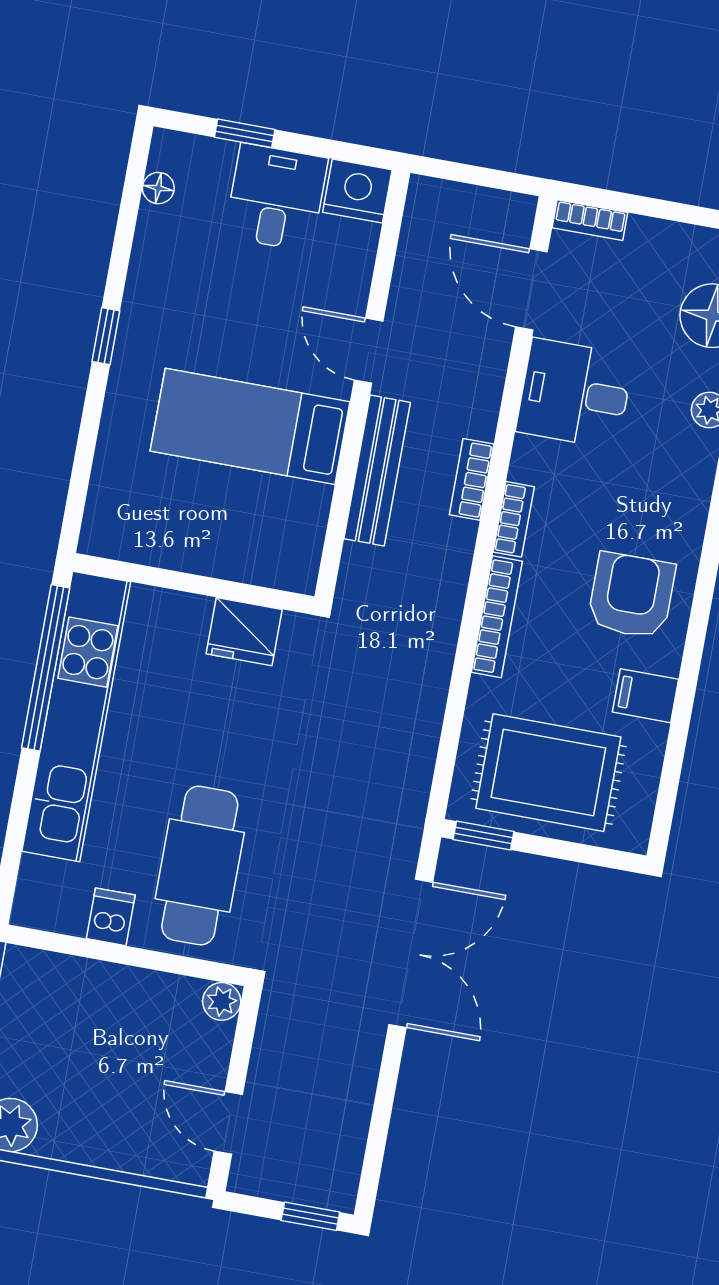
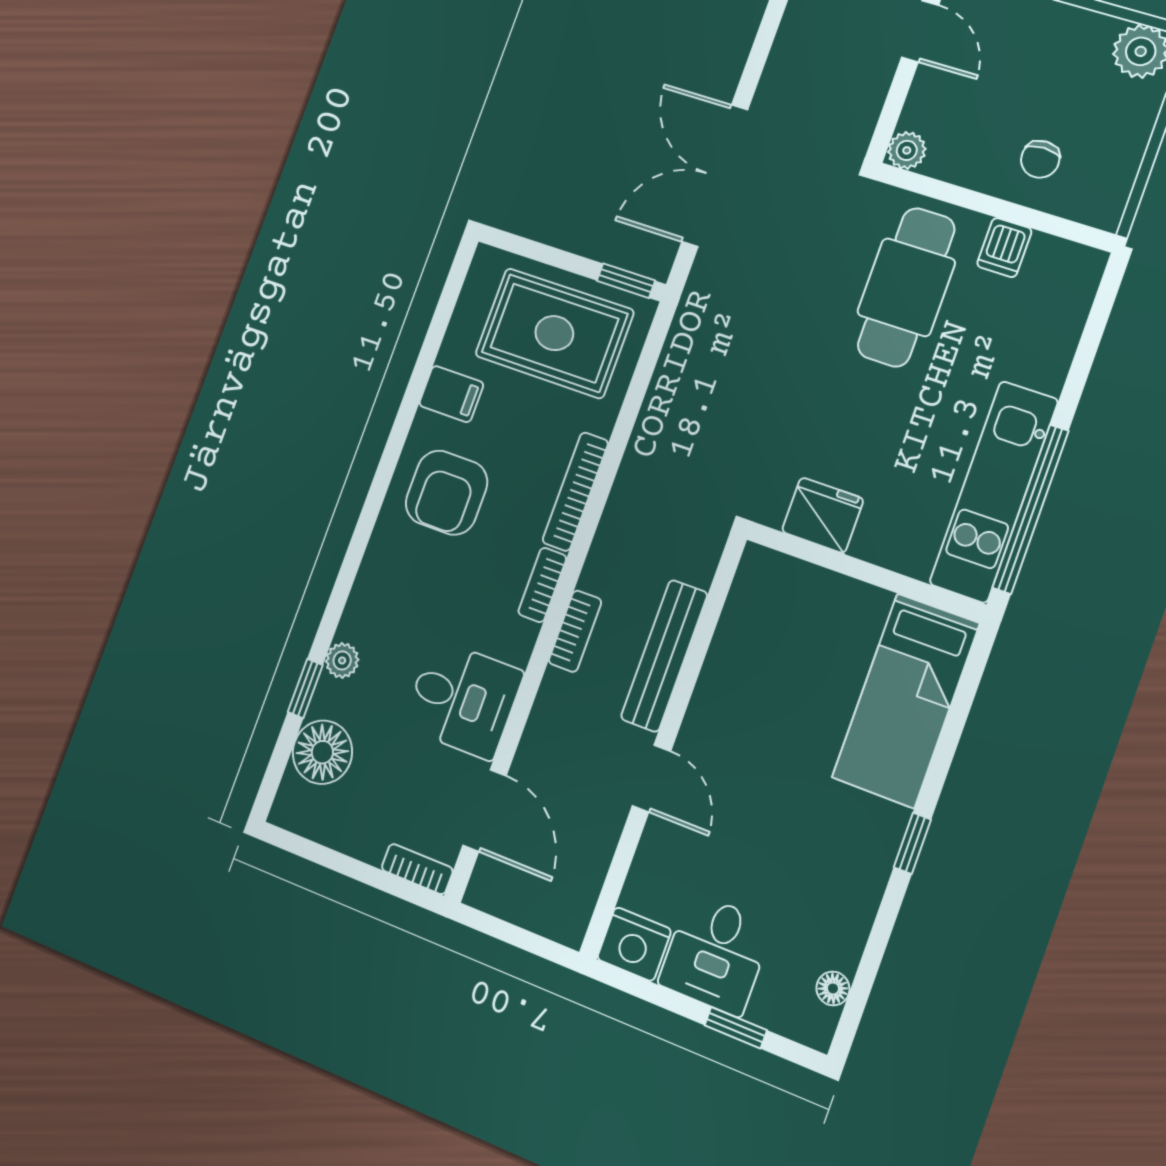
bed: (250, 426) -> (906, 700), moved, turned 90
kitchen unit: (76, 717) -> (994, 492), width x0.73
chair: (90, 1008) -> (1040, 159), added

